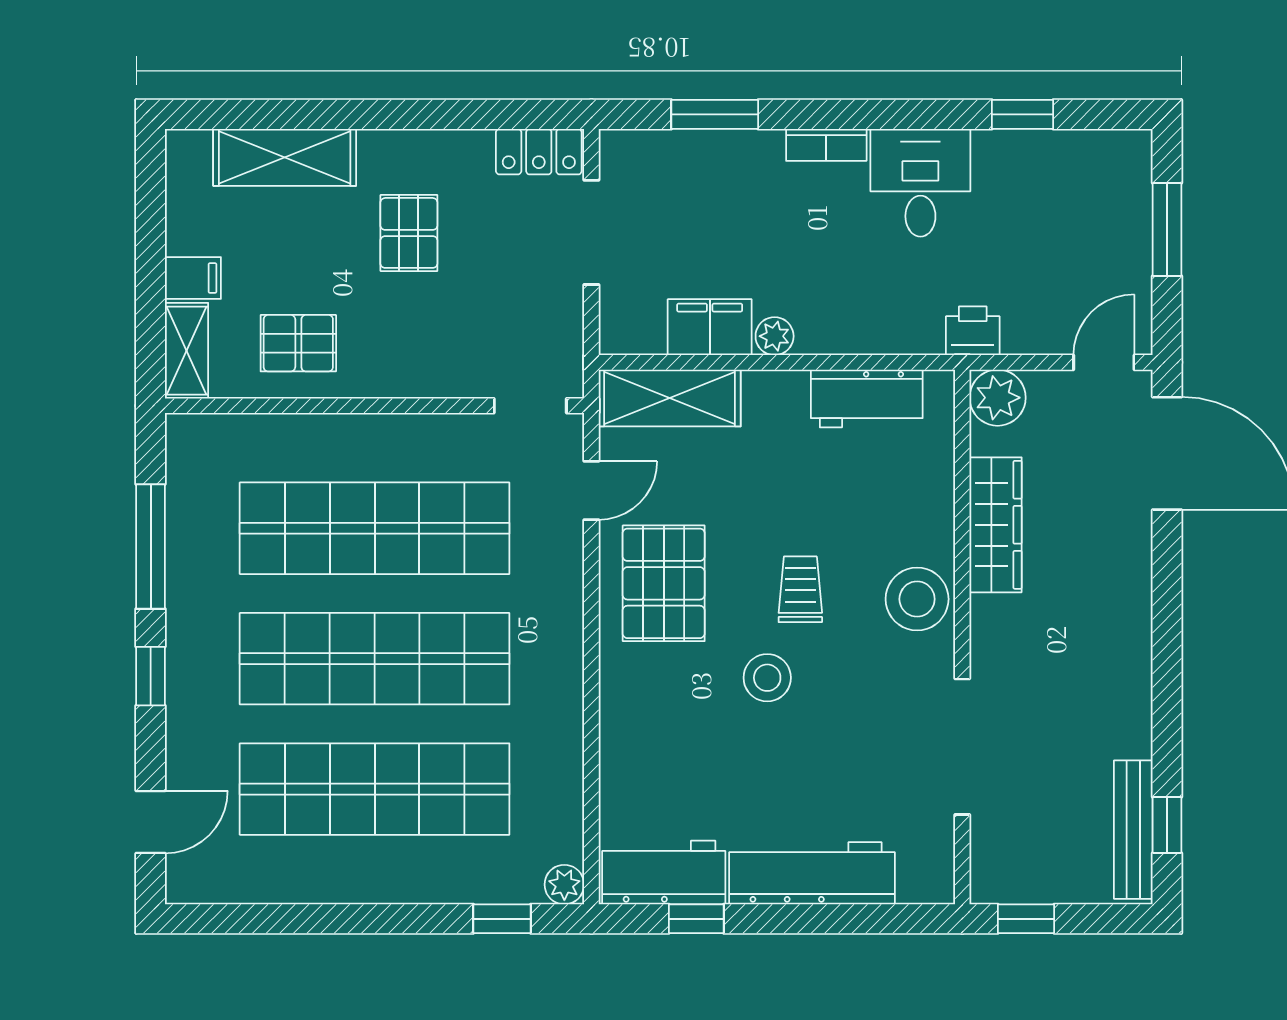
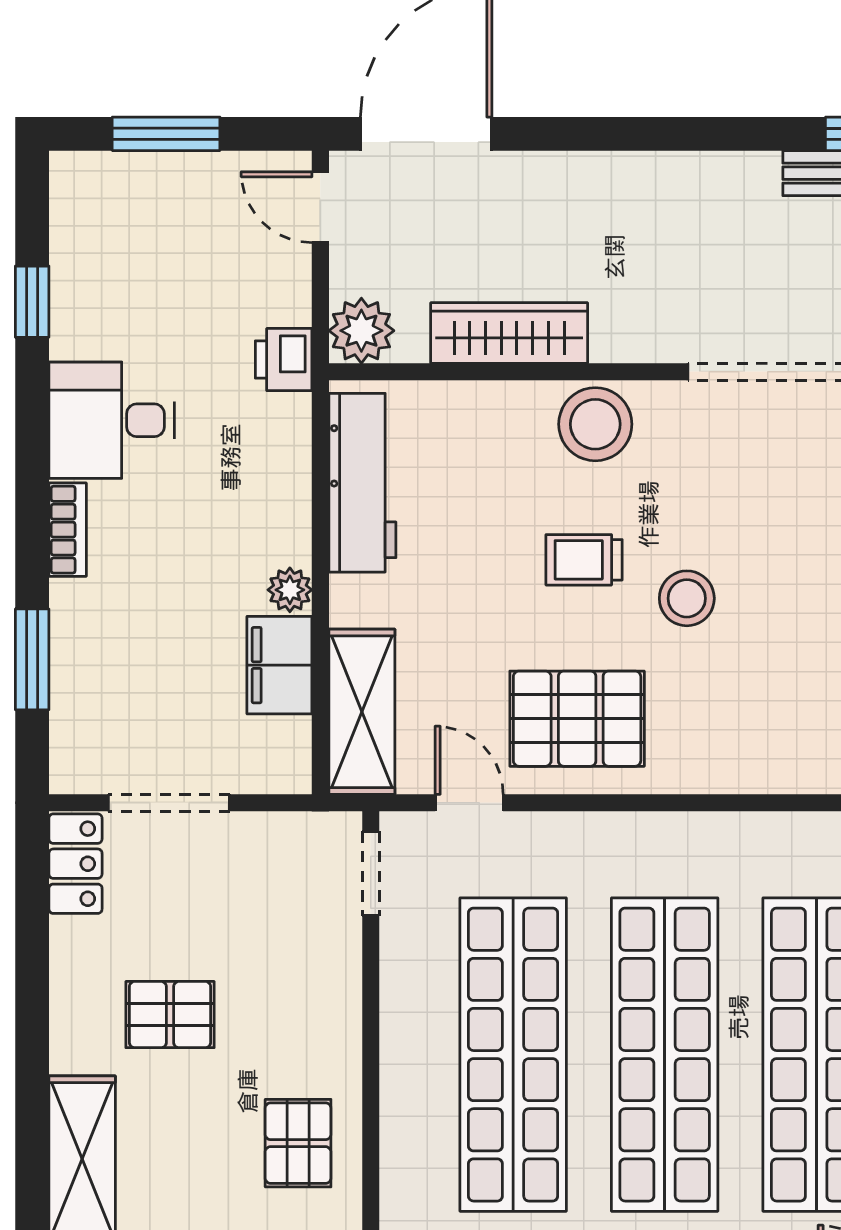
workbench: (867, 399) -> (362, 483), width x1.38

